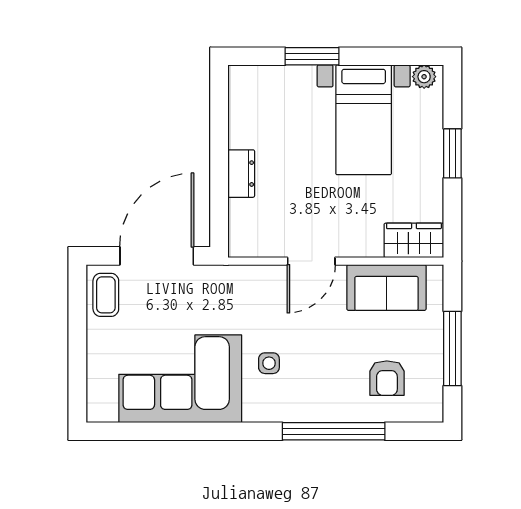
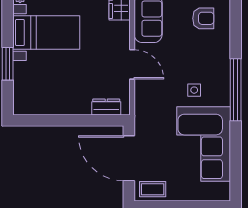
dresser: (241, 174) -> (106, 107), moved
window: (334, 431) -> (236, 90), moved

